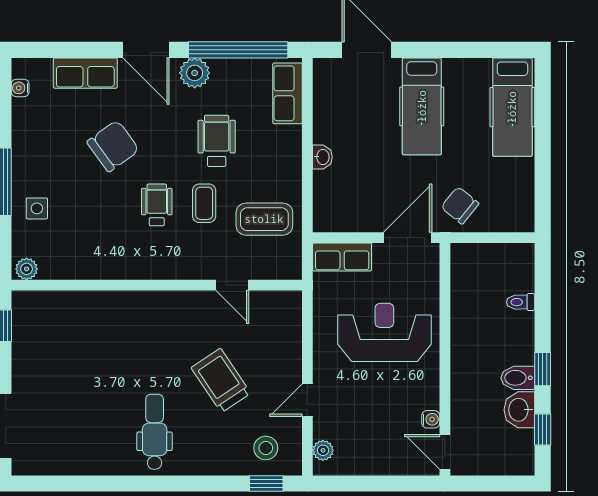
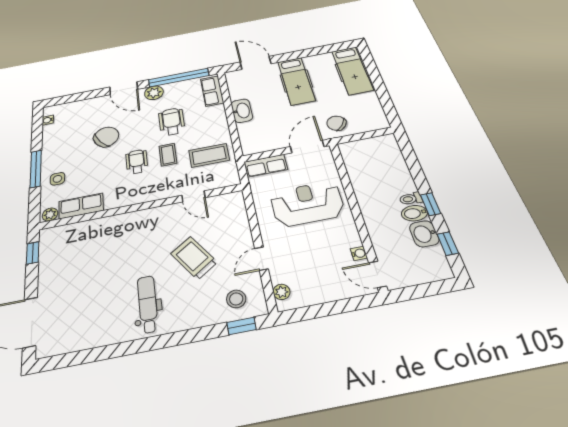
row of seats: (85, 73) -> (81, 206), moved, turned 180
washbasin: (322, 157) -> (242, 111), width x1.91, depth x1.45
toilet: (521, 302) -> (411, 199), moved

